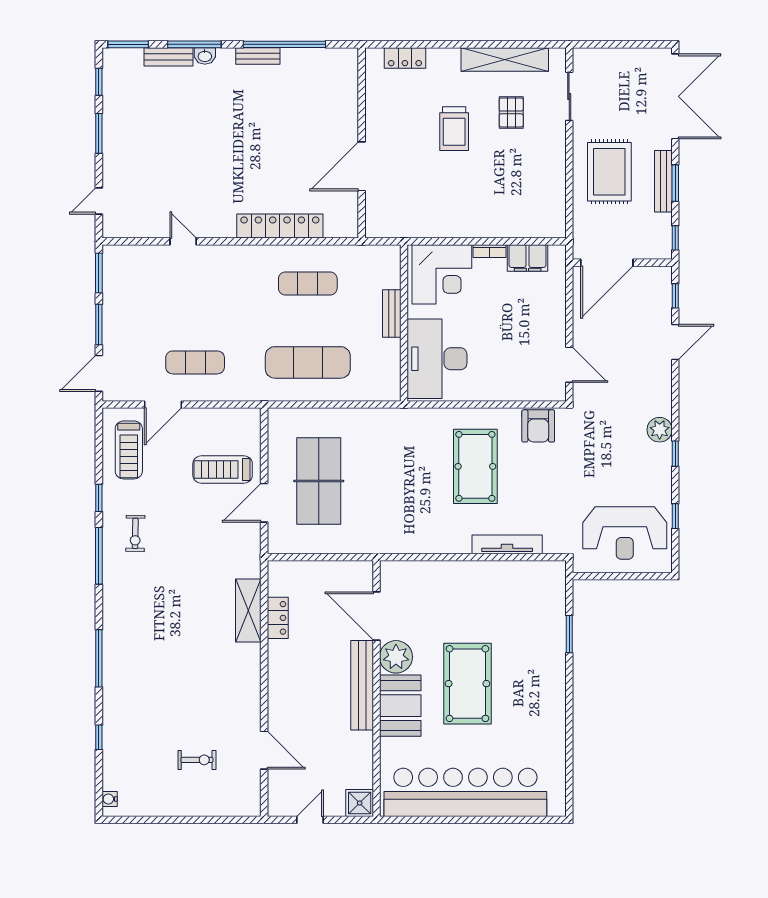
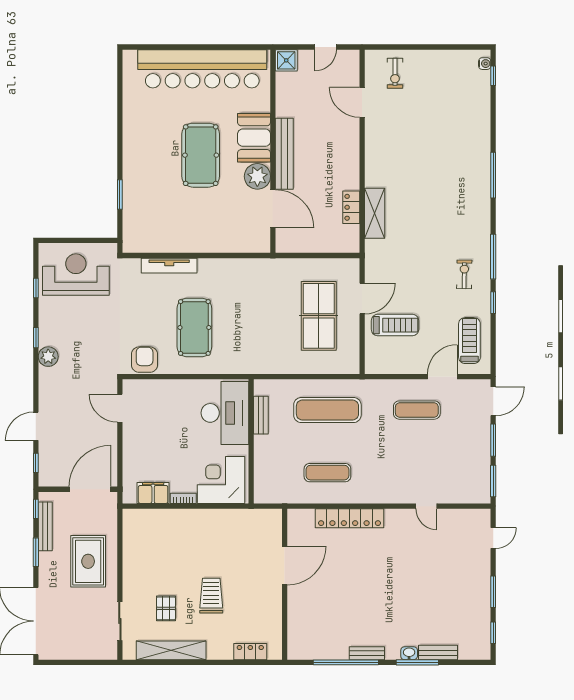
window: (128, 44) -> (470, 662), removed
bench: (663, 181) -> (45, 526), moved
bench: (392, 313) -> (261, 415), moved
window: (99, 737) -> (493, 76), moved
exercise bike: (197, 760) -> (395, 73), moved, turned -90

